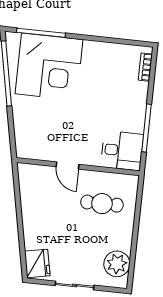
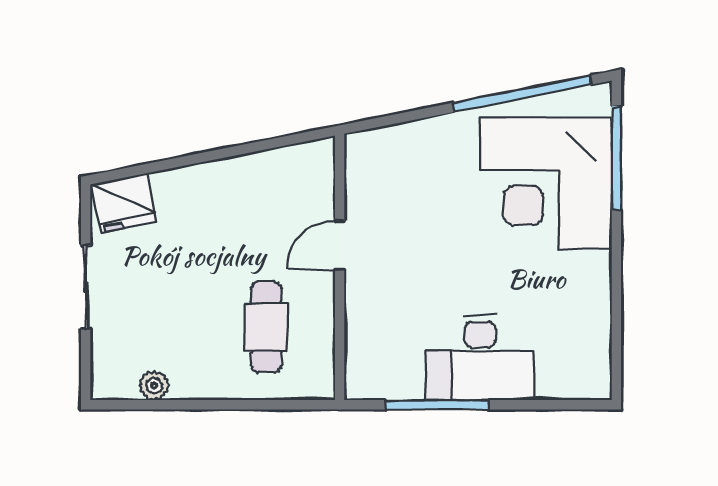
bookcase: (145, 67) -> (567, 388), removed
desk: (122, 151) -> (480, 358), moved, width x1.37
plant: (117, 264) -> (154, 385), width x0.53, depth x0.53

